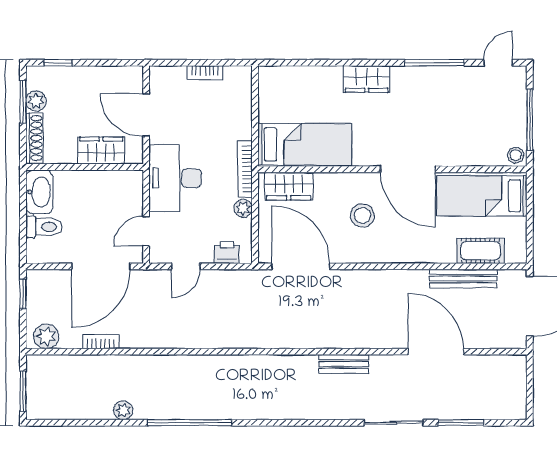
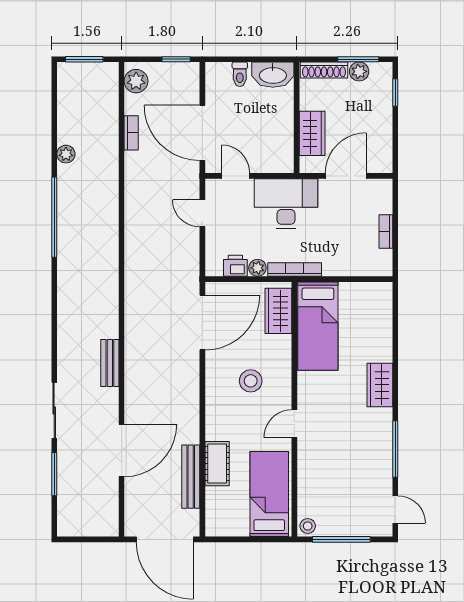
door: (408, 169) -> (294, 424), width x0.53
toilet: (44, 227) -> (240, 74), width x0.73, depth x0.72
cot: (480, 251) -> (217, 464), moved
printer: (227, 252) -> (235, 266), moved, turned -90

